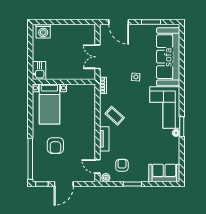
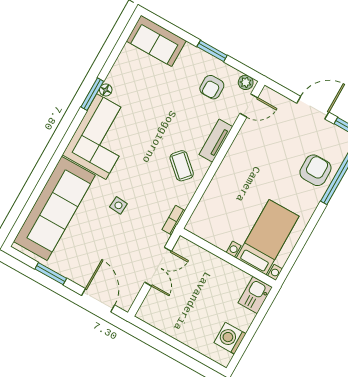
washing machine: (43, 31) -> (230, 338), moved, turned -90
armchair: (55, 146) -> (315, 170), moved
door: (98, 166) -> (249, 106), hinge flipped

